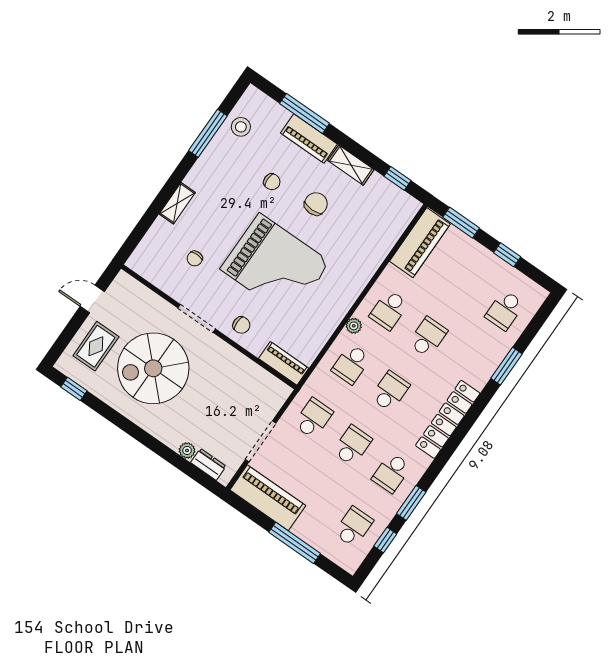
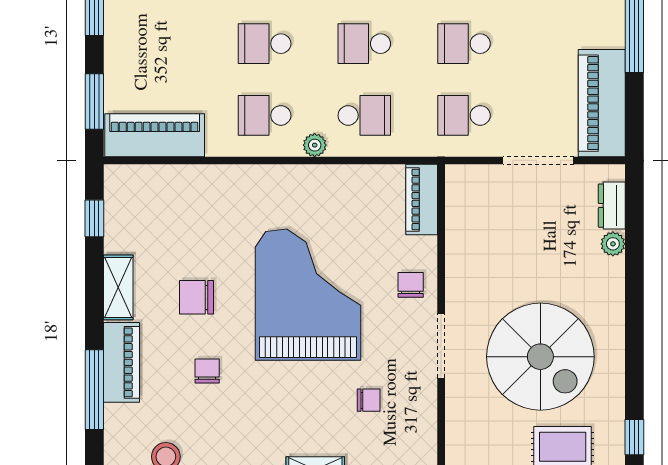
school desk: (389, 310) -> (265, 115), turned 180

